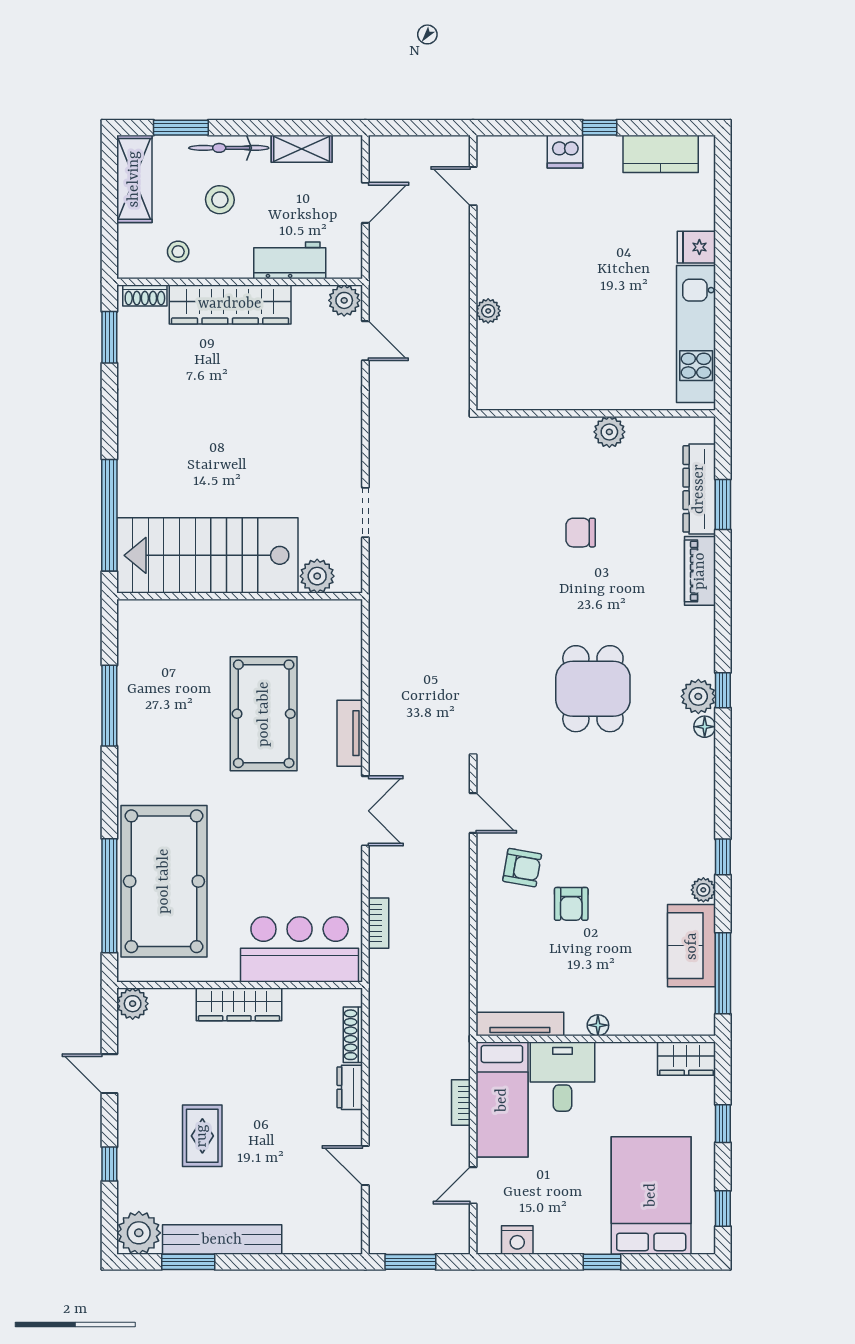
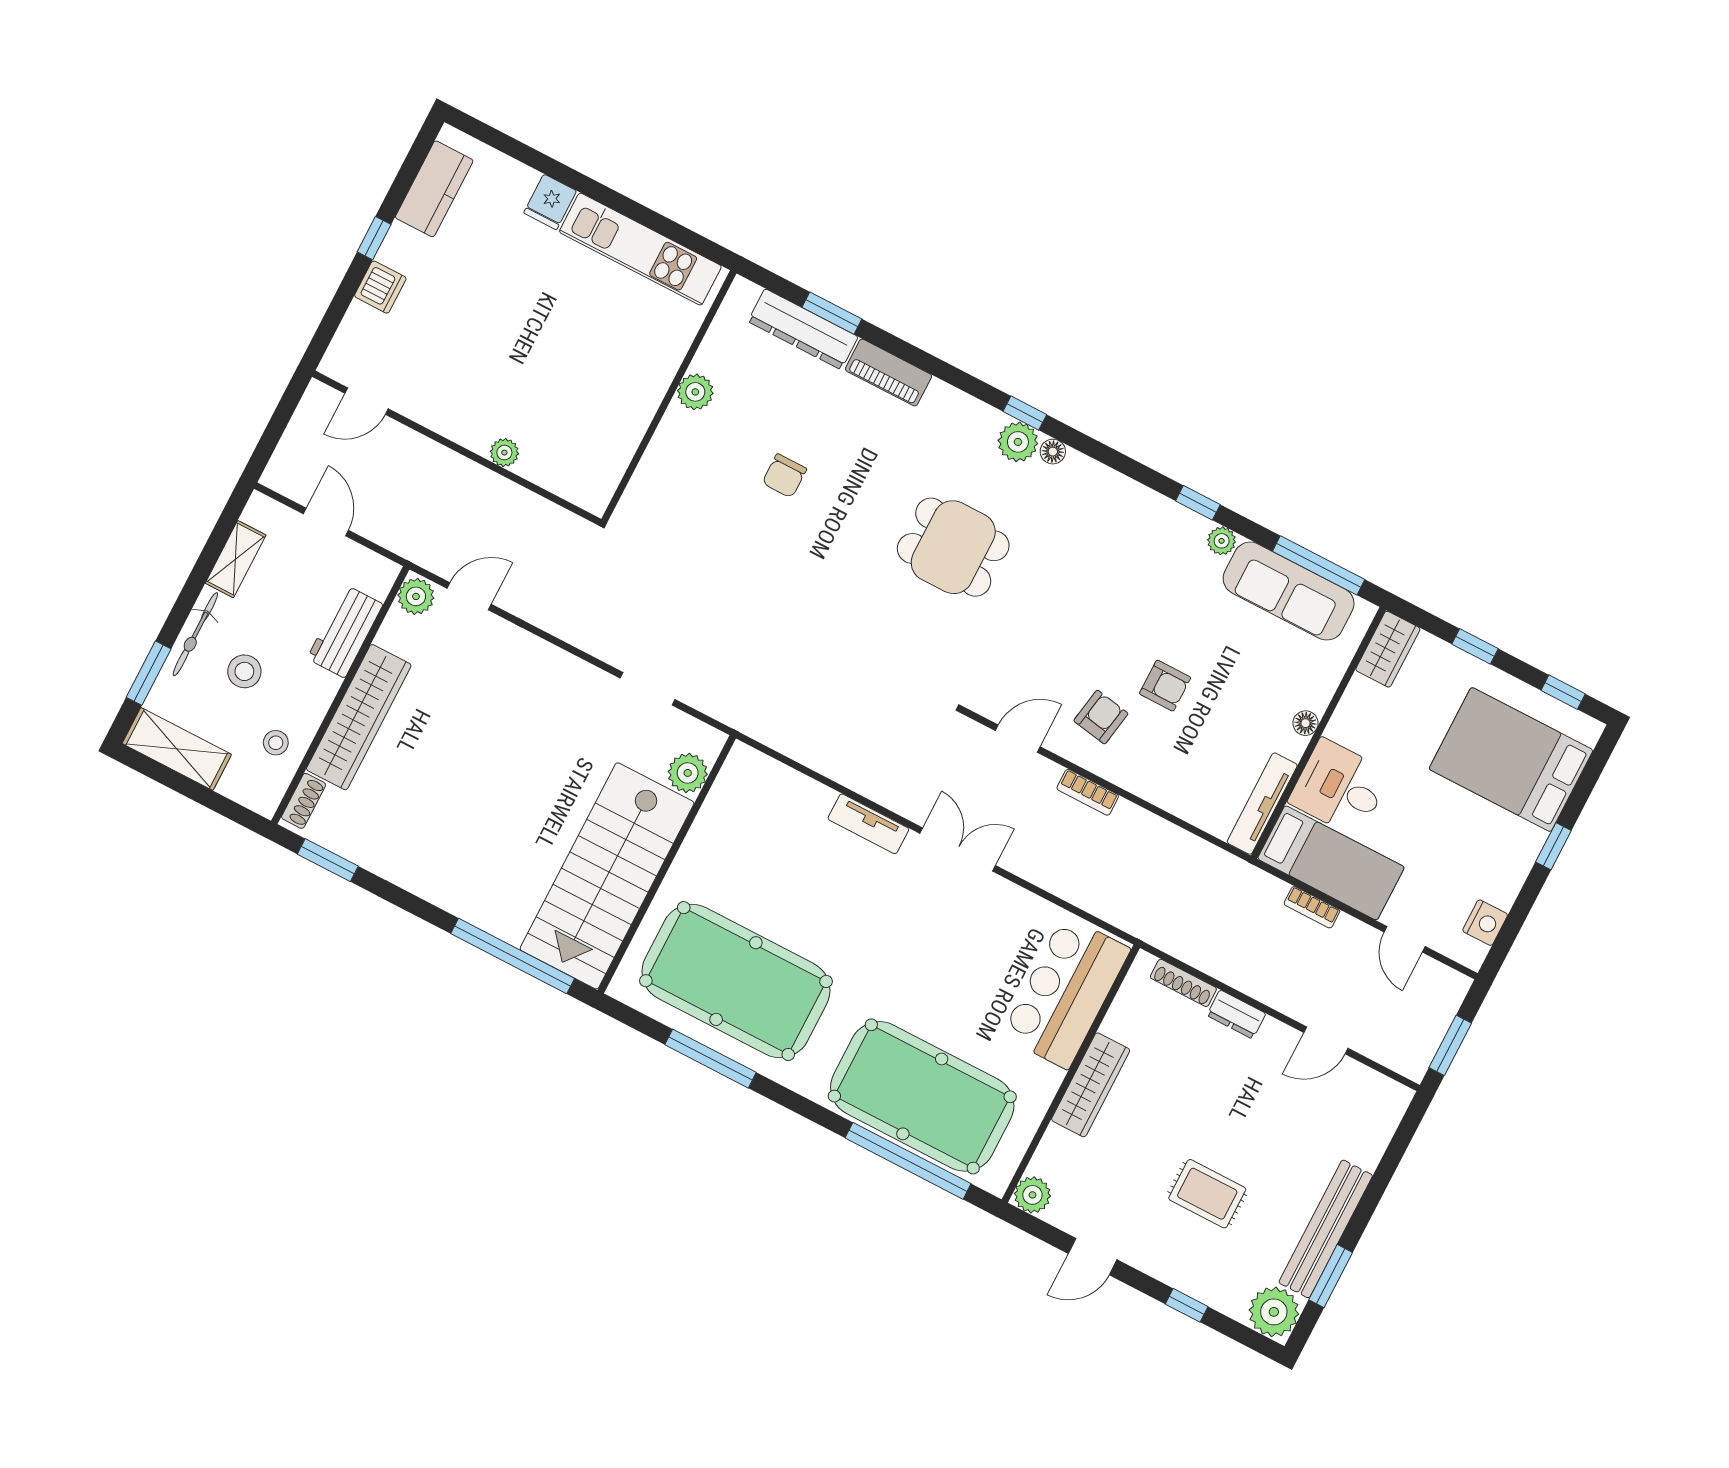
pool table: (264, 714) -> (736, 981), moved, width x1.36, depth x1.32
bookcase: (378, 923) -> (1088, 792), moved, turned 180
sofa: (692, 946) -> (1289, 591), width x1.36

